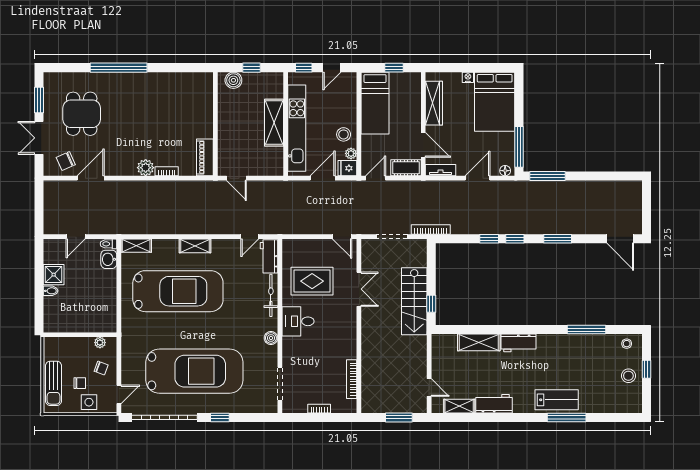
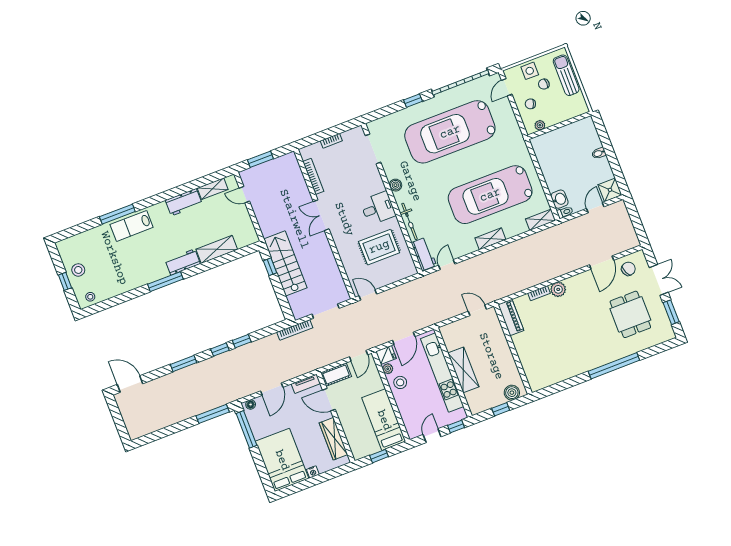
shower: (54, 275) -> (610, 190), moved
double door: (359, 289) -> (321, 215), moved
window: (587, 330) -> (165, 282), moved

